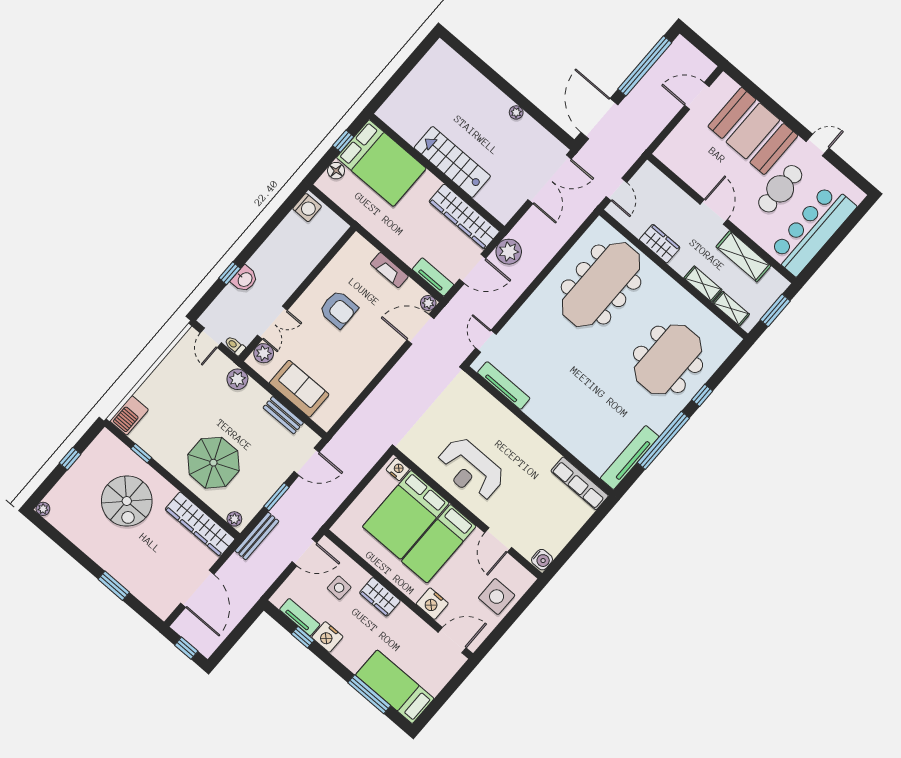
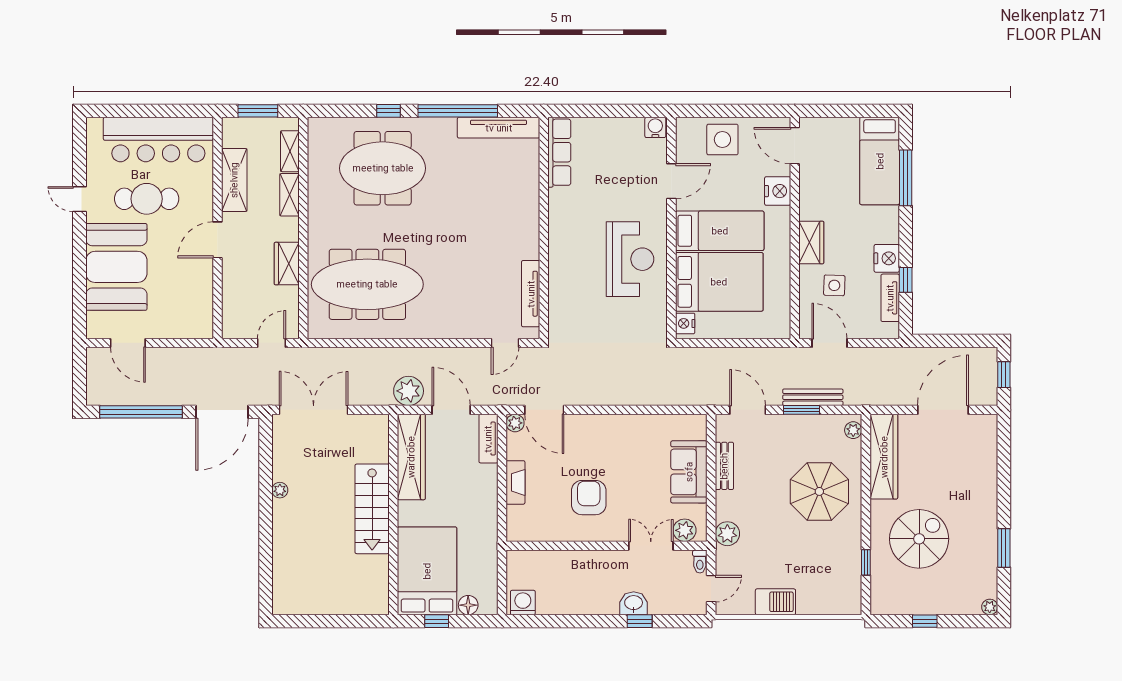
barbecue: (129, 415) -> (775, 602), moved
bench: (257, 536) -> (813, 397), moved
window: (114, 586) -> (1004, 548), moved

